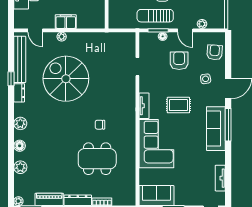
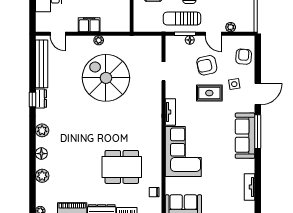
plant: (62, 37) -> (99, 40), moved
armchair: (179, 61) -> (207, 65), turned -102
window: (11, 79) -> (32, 100), moved
spiral stairs: (66, 79) -> (106, 78), moved
rug: (178, 105) -> (209, 93), moved
chair: (100, 125) -> (154, 192), moved

